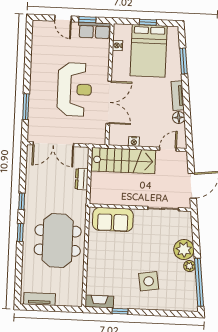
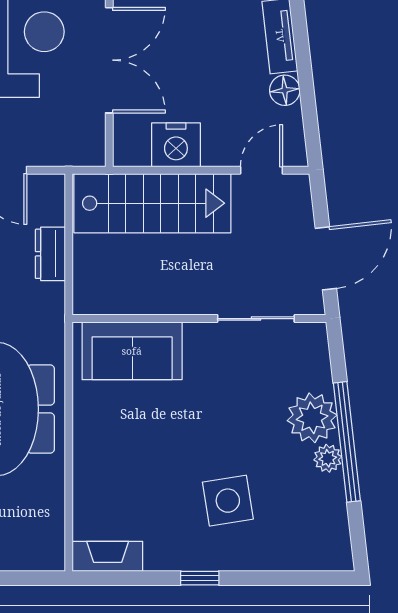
nightstand: (134, 141) -> (176, 145), width x1.89, depth x1.79
window: (199, 282) -> (347, 442), moved
window: (120, 311) -> (200, 578), moved

